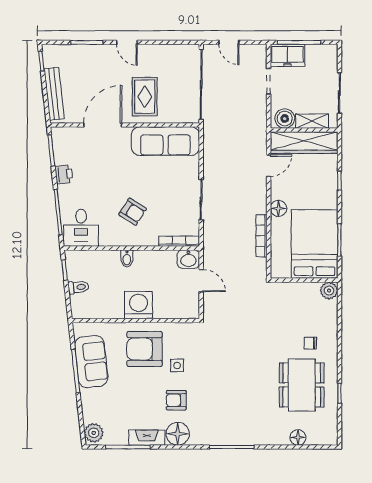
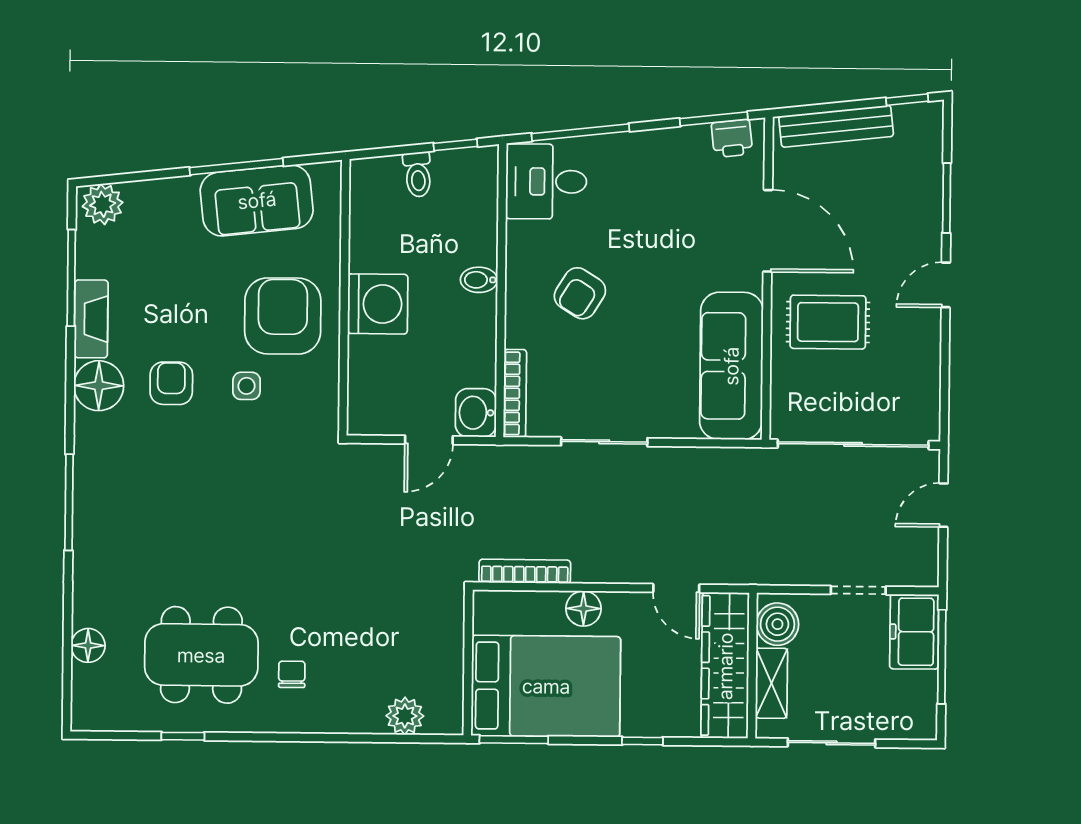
printer: (64, 174) -> (732, 138), moved
bed: (315, 244) -> (546, 686), moved
wall: (304, 280) -> (468, 663), moved

